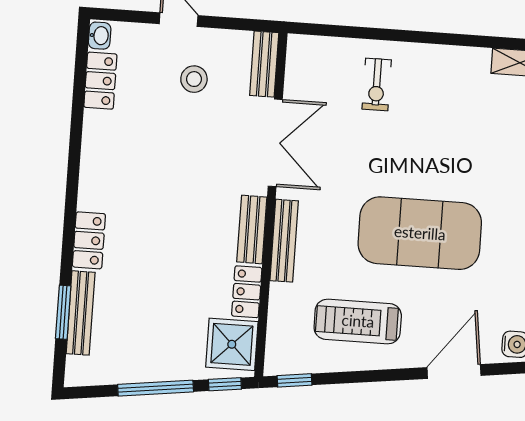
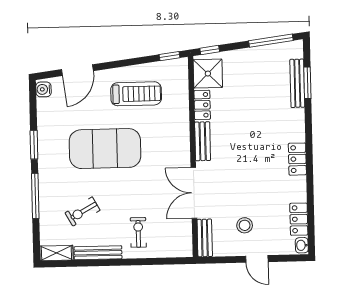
exercise bike: (469, 129) -> (83, 212), added
locker: (89, 240) -> (297, 159), moved
bench: (284, 241) -> (98, 253), moved, turned 90
window: (156, 388) -> (271, 41), moved

